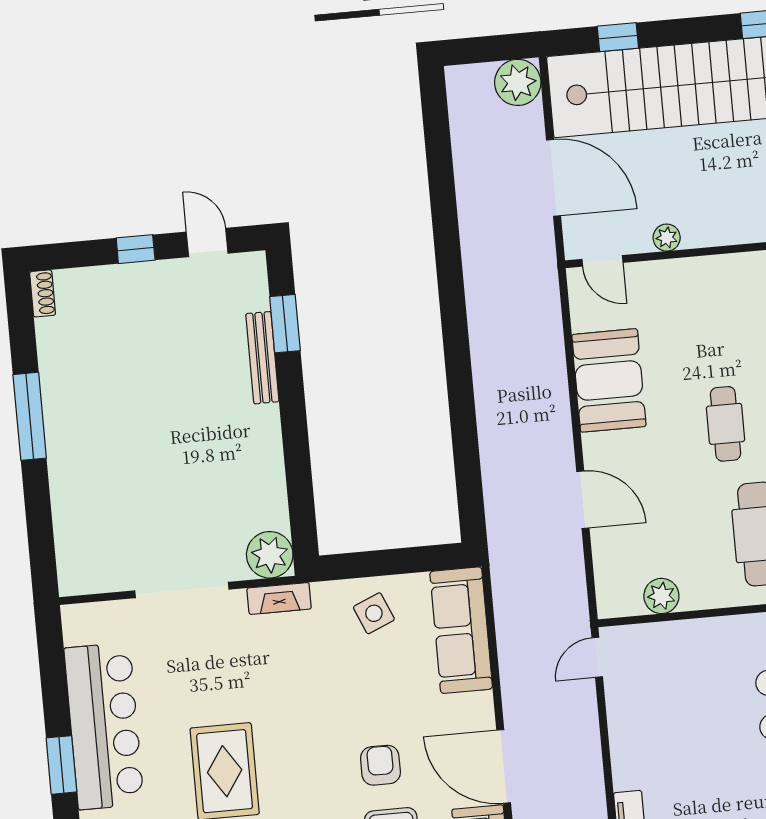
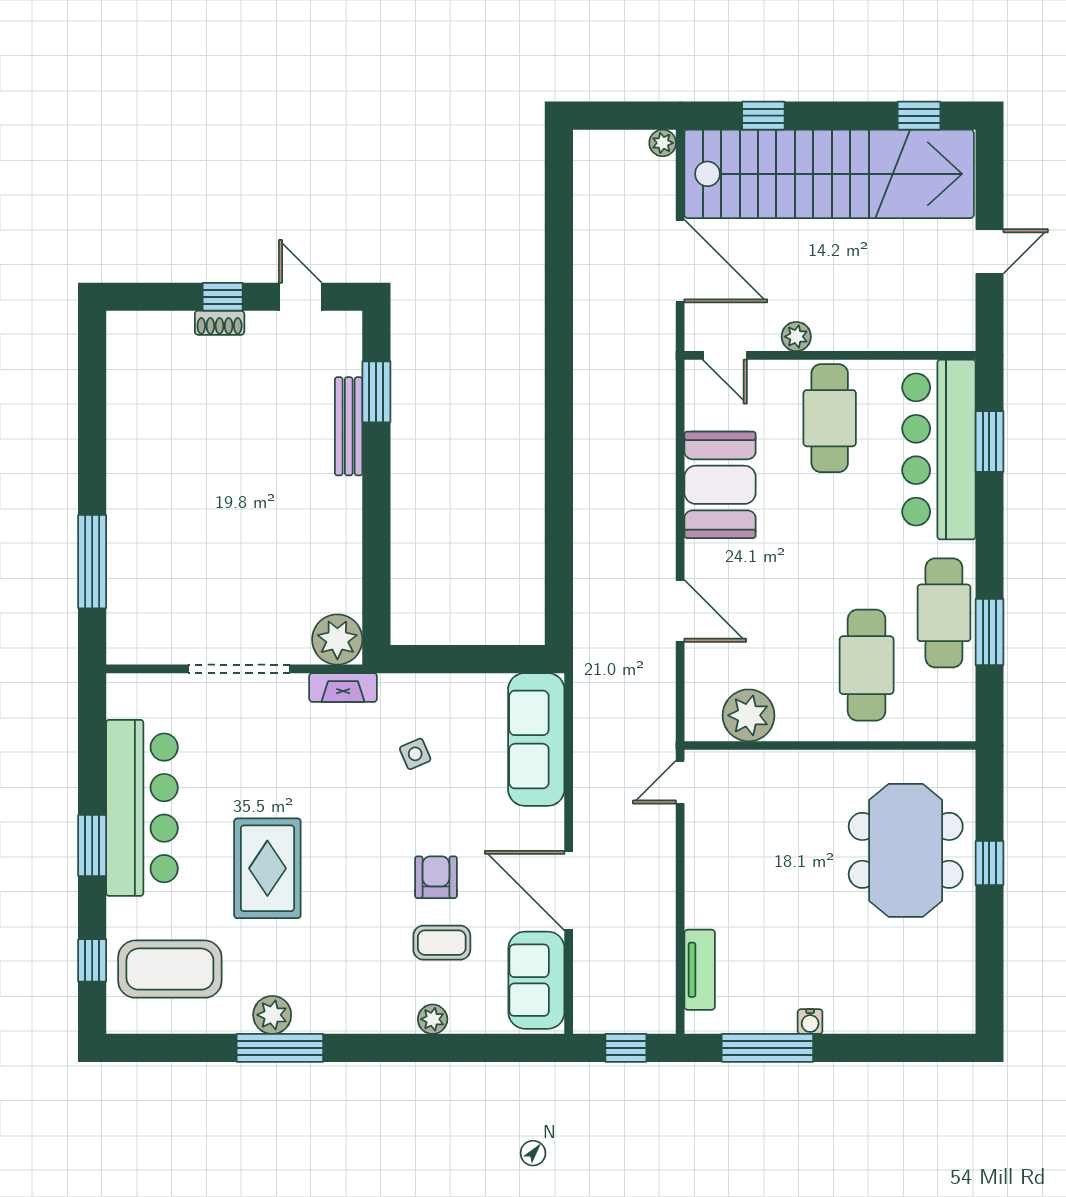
plant: (518, 82) -> (663, 143), width x0.53, depth x0.53
shoe rack: (43, 293) -> (220, 323), moved, turned 90
window: (30, 416) -> (92, 562), moved
cafe table: (726, 424) -> (830, 418), moved, width x1.37, depth x1.35
plant: (661, 596) -> (749, 715), width x1.36, depth x1.36
side table: (374, 613) -> (415, 754), moved, width x0.73, depth x0.73

